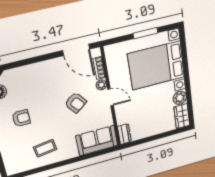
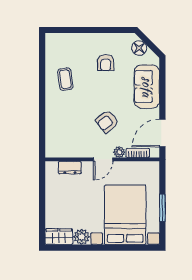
dresser: (124, 134) -> (70, 168), moved
sofa: (97, 141) -> (147, 87), moved, turned 180

